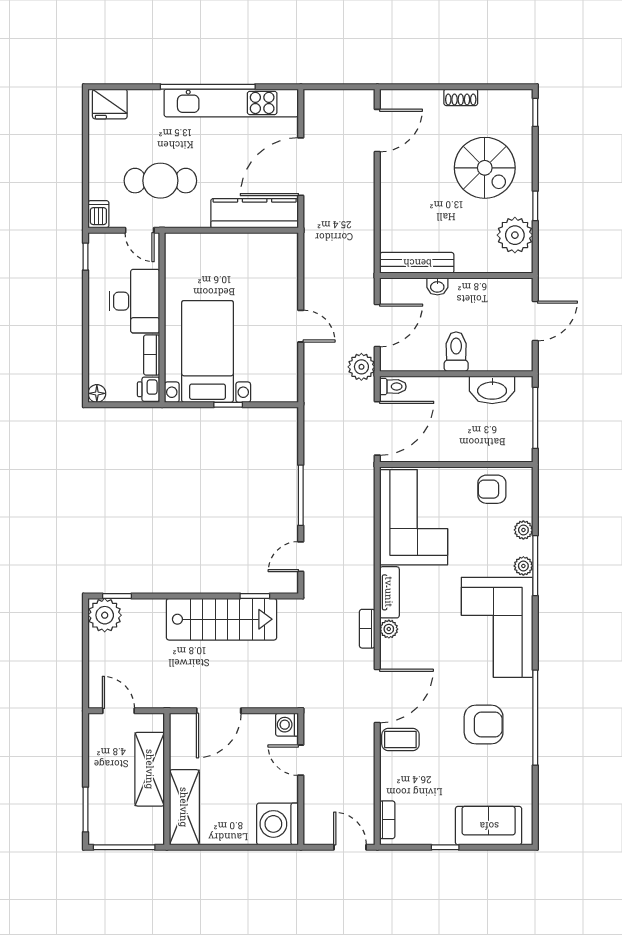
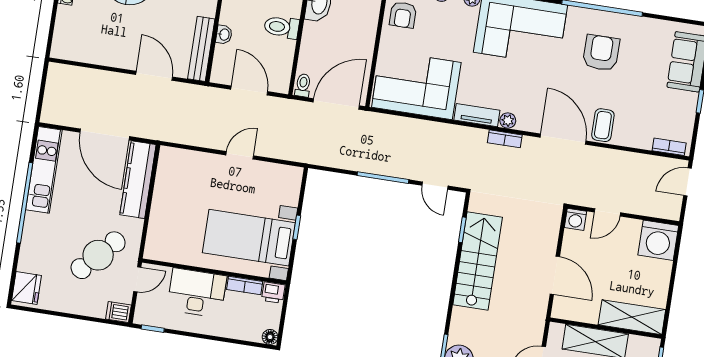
kitchen unit: (231, 103) -> (44, 170), width x0.73
door: (377, 131) -> (154, 76), moved
cafe table: (160, 181) -> (98, 255), turned 43
plant: (361, 367) -> (282, 109), removed
door: (377, 428) -> (336, 104), hinge flipped

